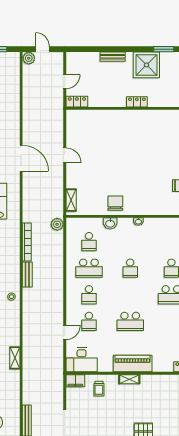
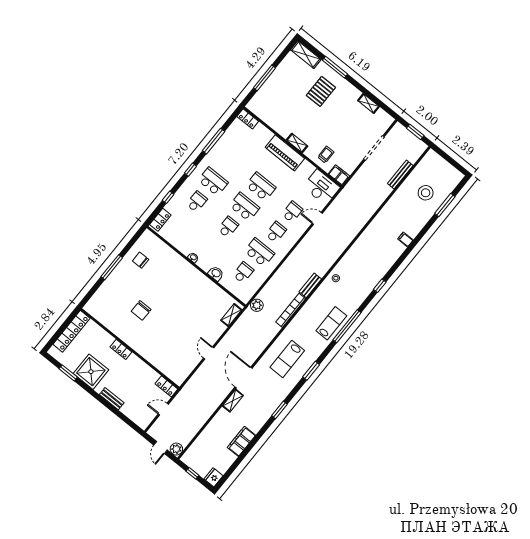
chair: (115, 203) -> (141, 310), moved
school desk: (130, 295) -> (244, 207), added
shelving: (15, 358) -> (233, 401), moved

